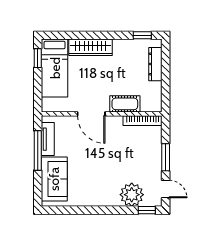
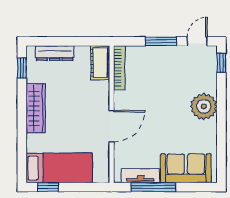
wardrobe: (91, 47) -> (36, 108), moved
cot: (125, 104) -> (100, 63), moved
plant: (132, 195) -> (204, 106), moved

